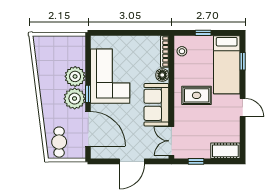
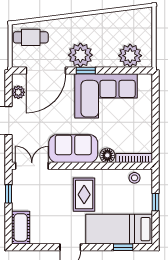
plant: (75, 76) -> (130, 56), moved
plant: (107, 153) -> (18, 92), added

